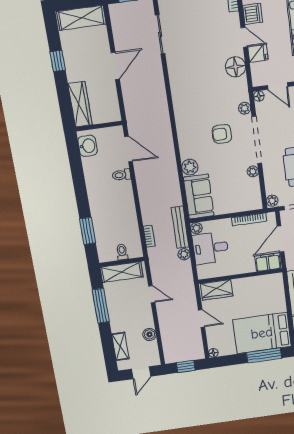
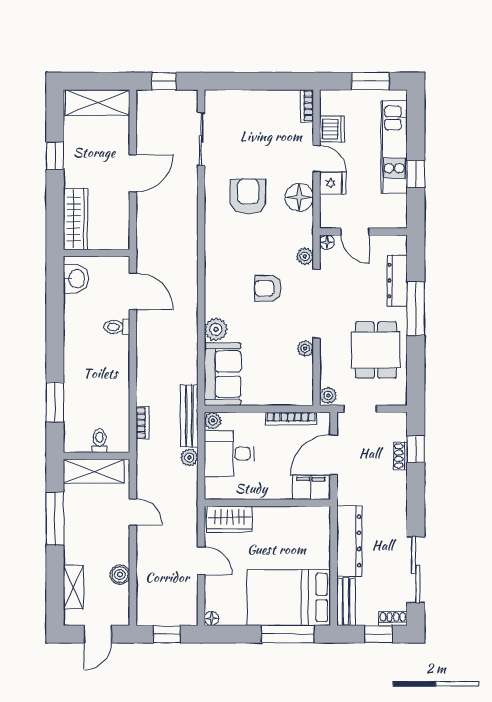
armchair: (199, 71) -> (248, 196), added

